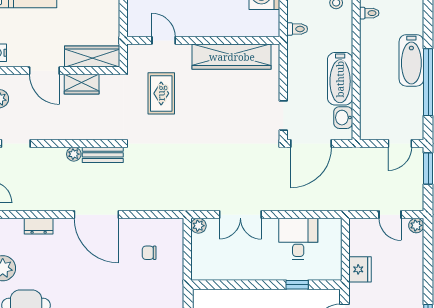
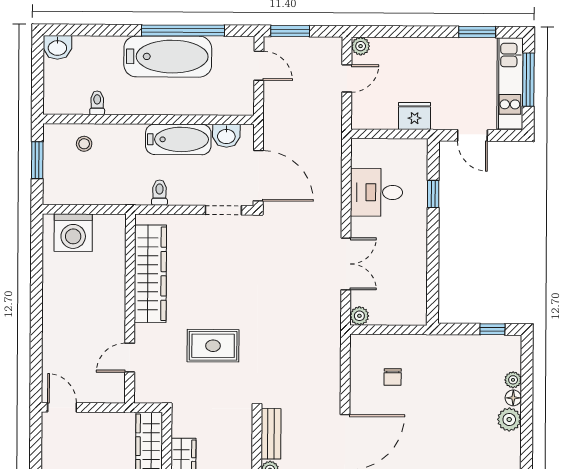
toilet: (297, 29) -> (159, 193), moved
bathtub: (411, 60) -> (168, 57), width x1.36, depth x1.36
rug: (161, 93) -> (213, 346), moved

